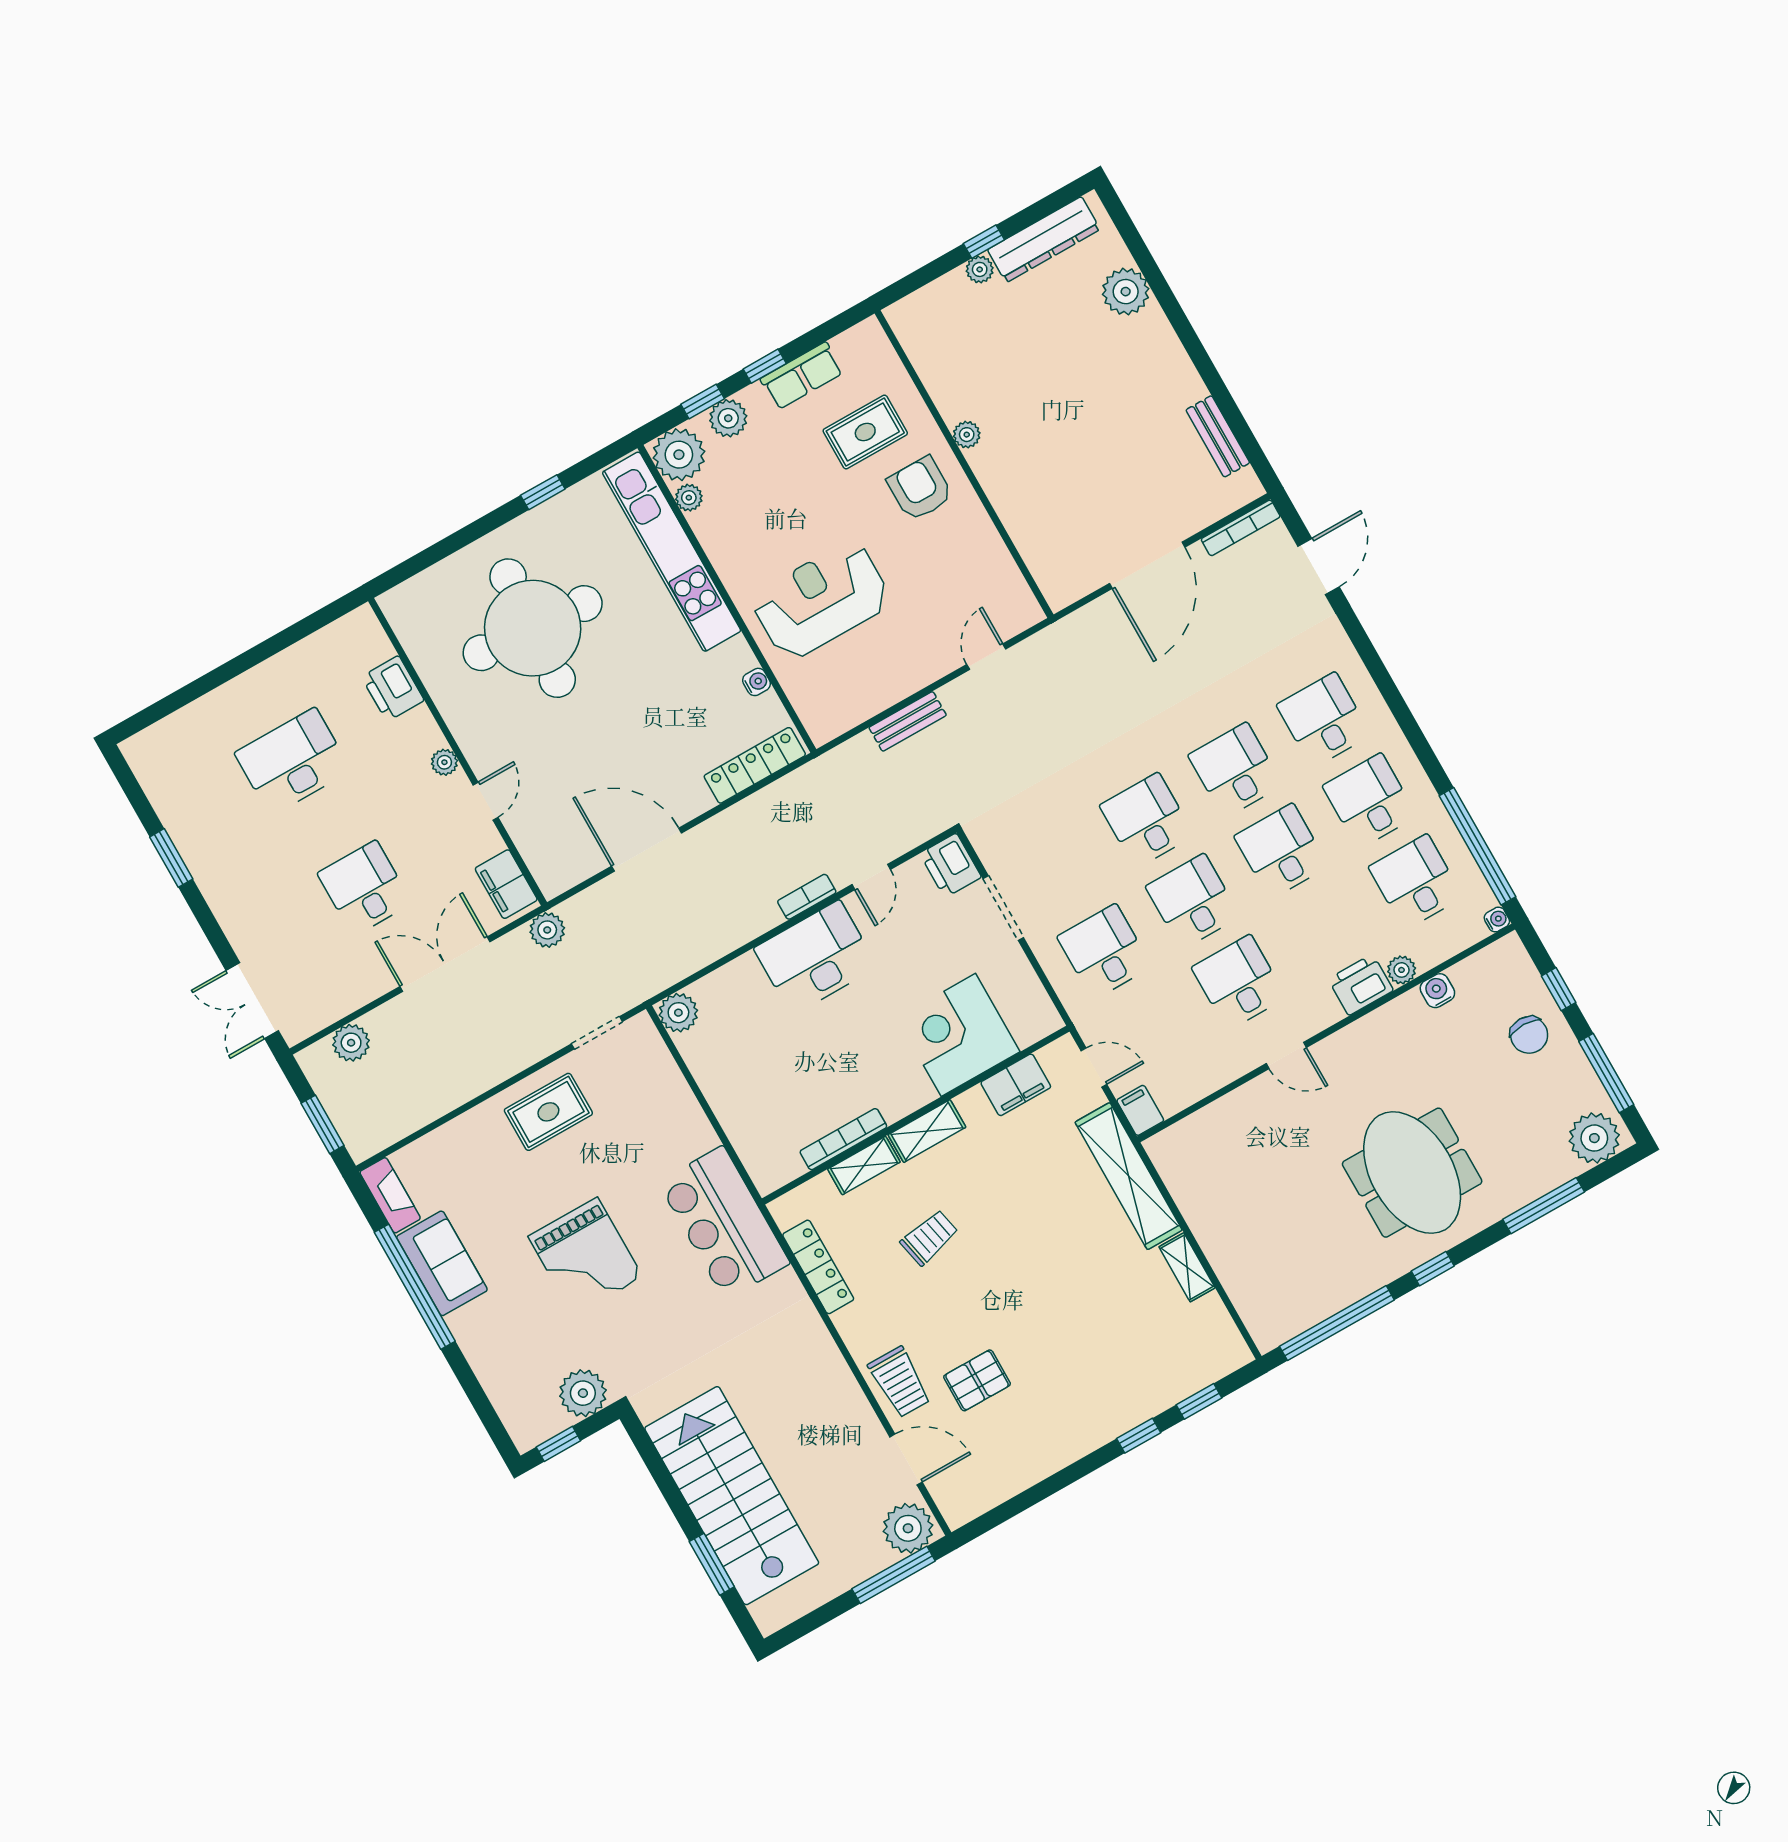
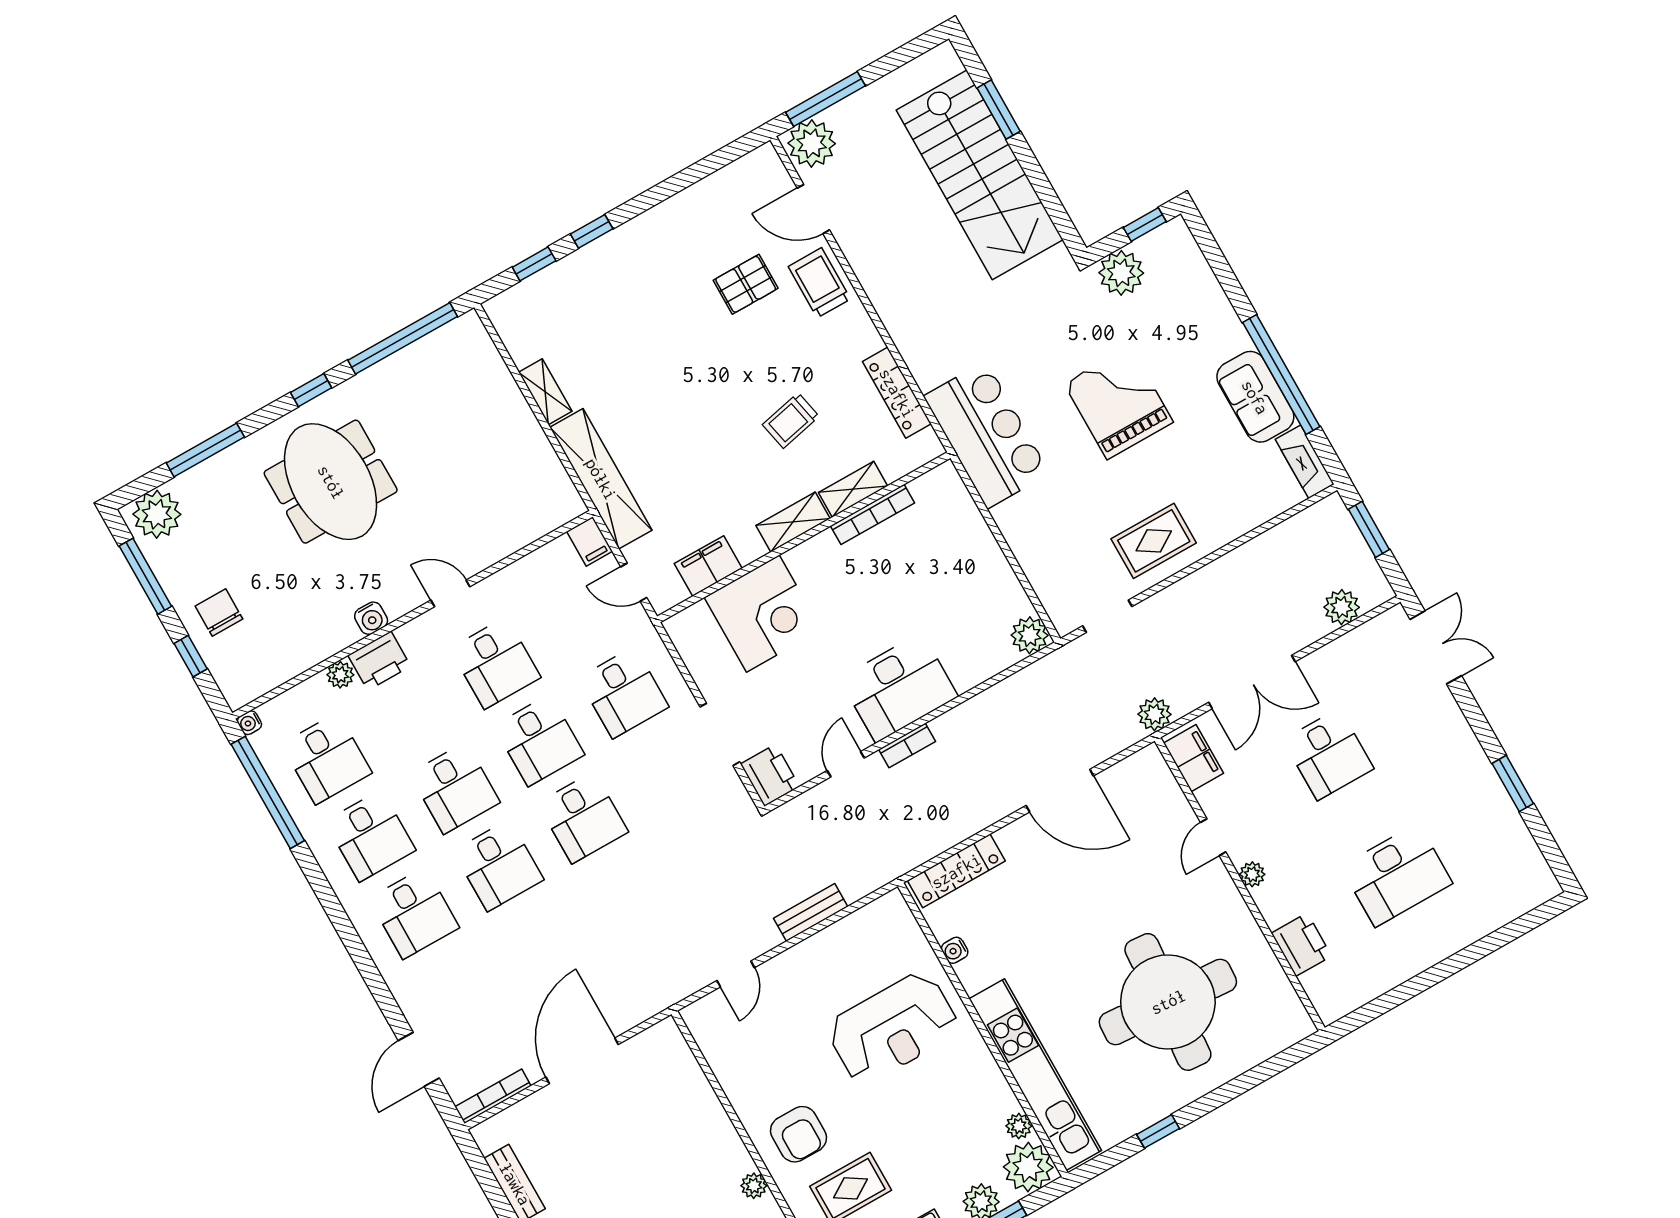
water cooler: (1437, 991) -> (371, 618), moved

